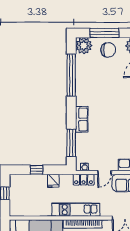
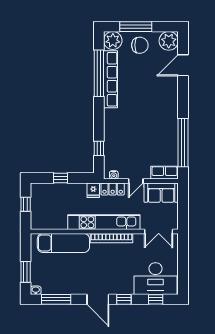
row of seats: (82, 119) -> (110, 79), moved, width x2.02
window: (71, 143) -> (99, 148), width x0.46
fridge: (53, 181) -> (93, 190), moved
kitchen unit: (76, 210) -> (104, 222), width x1.36

